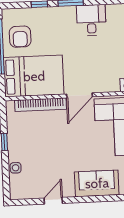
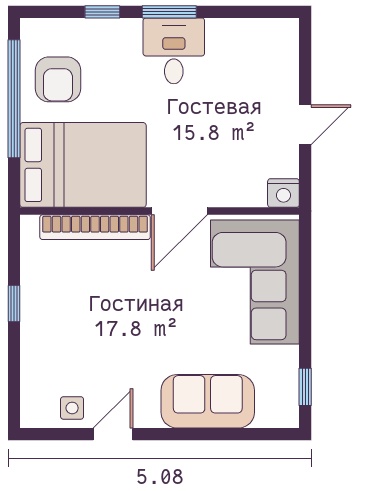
desk: (91, 20) -> (174, 51), moved
side table: (16, 168) -> (72, 408), moved

